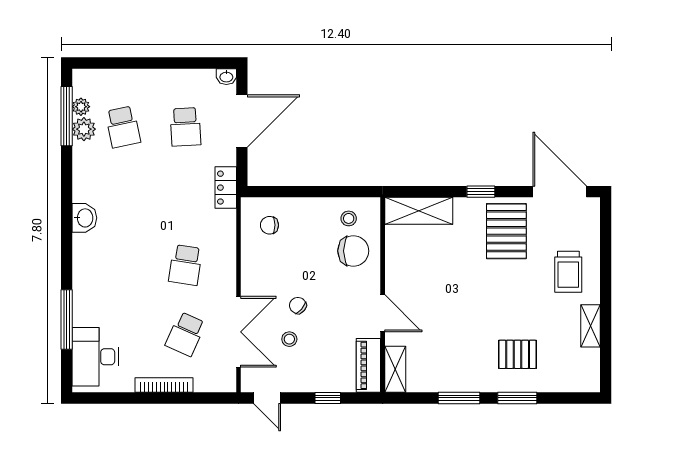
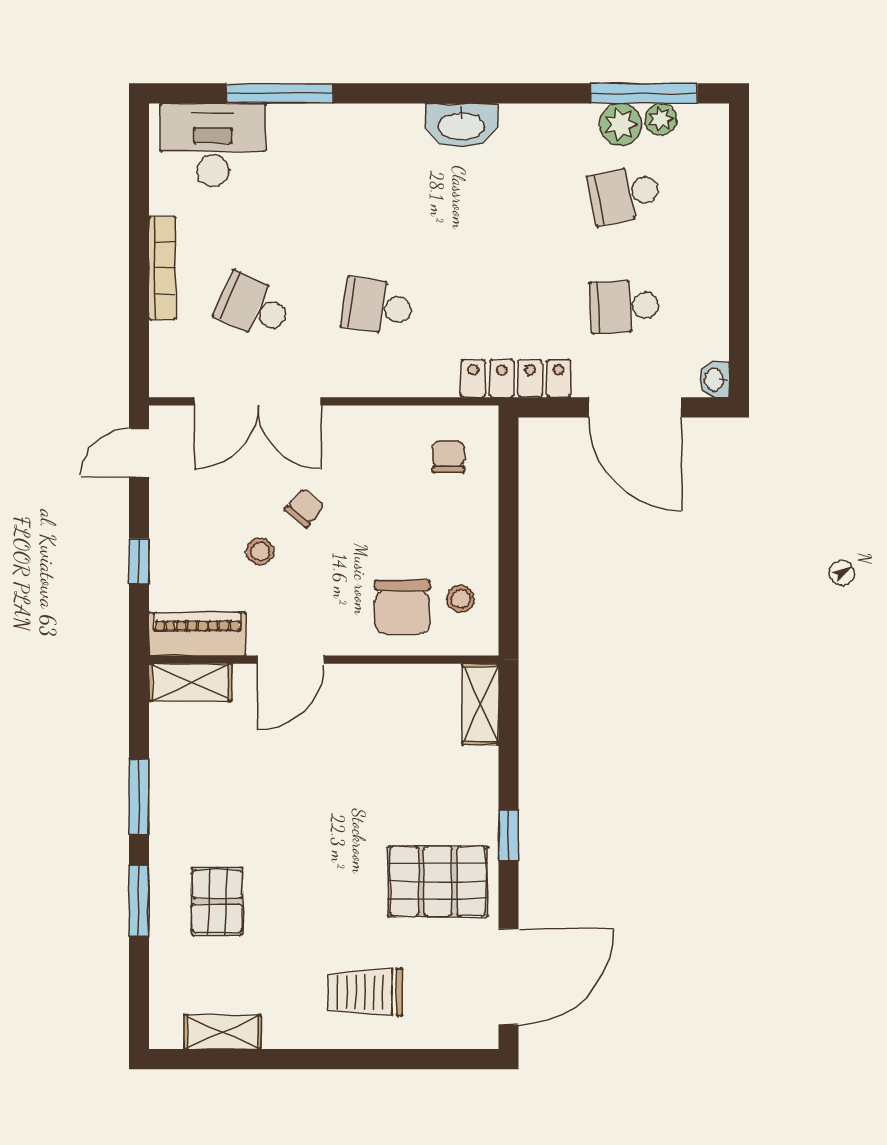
locker: (226, 188) -> (516, 379), width x1.53
shelving: (419, 211) -> (480, 704), width x0.67, depth x0.75
washbasin: (84, 218) -> (461, 125), width x1.38
shelving: (590, 326) -> (222, 1032), moved
stool: (289, 339) -> (260, 551), moved

